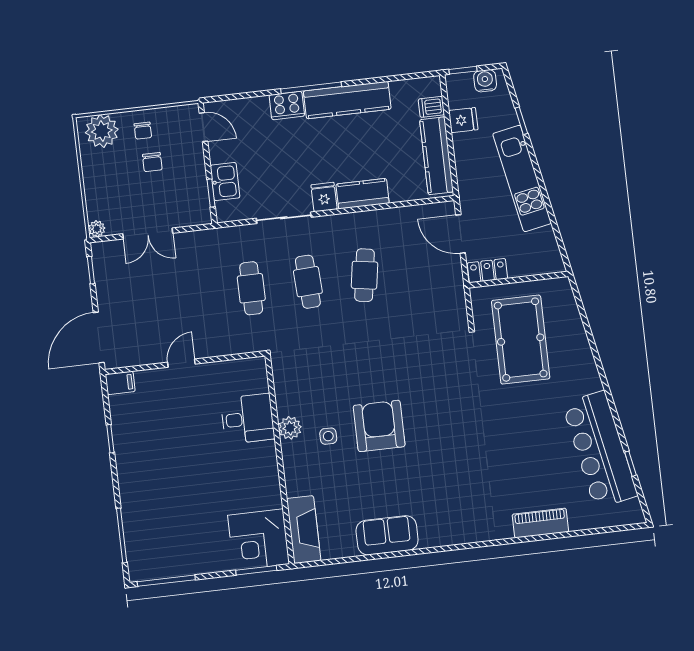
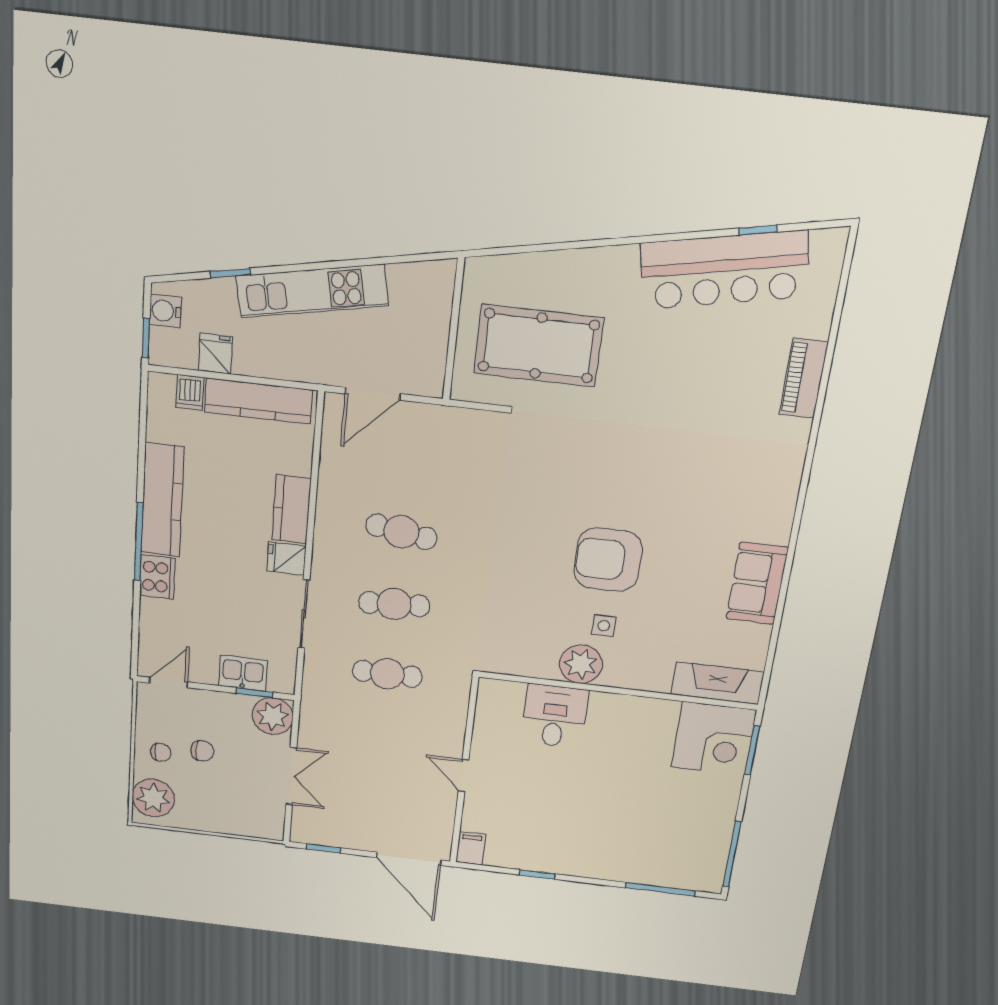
plant: (97, 229) -> (273, 716), moved, width x1.87, depth x1.87
locker: (487, 271) -> (431, 369), removed
plant: (290, 428) -> (581, 664), width x1.36, depth x1.36

